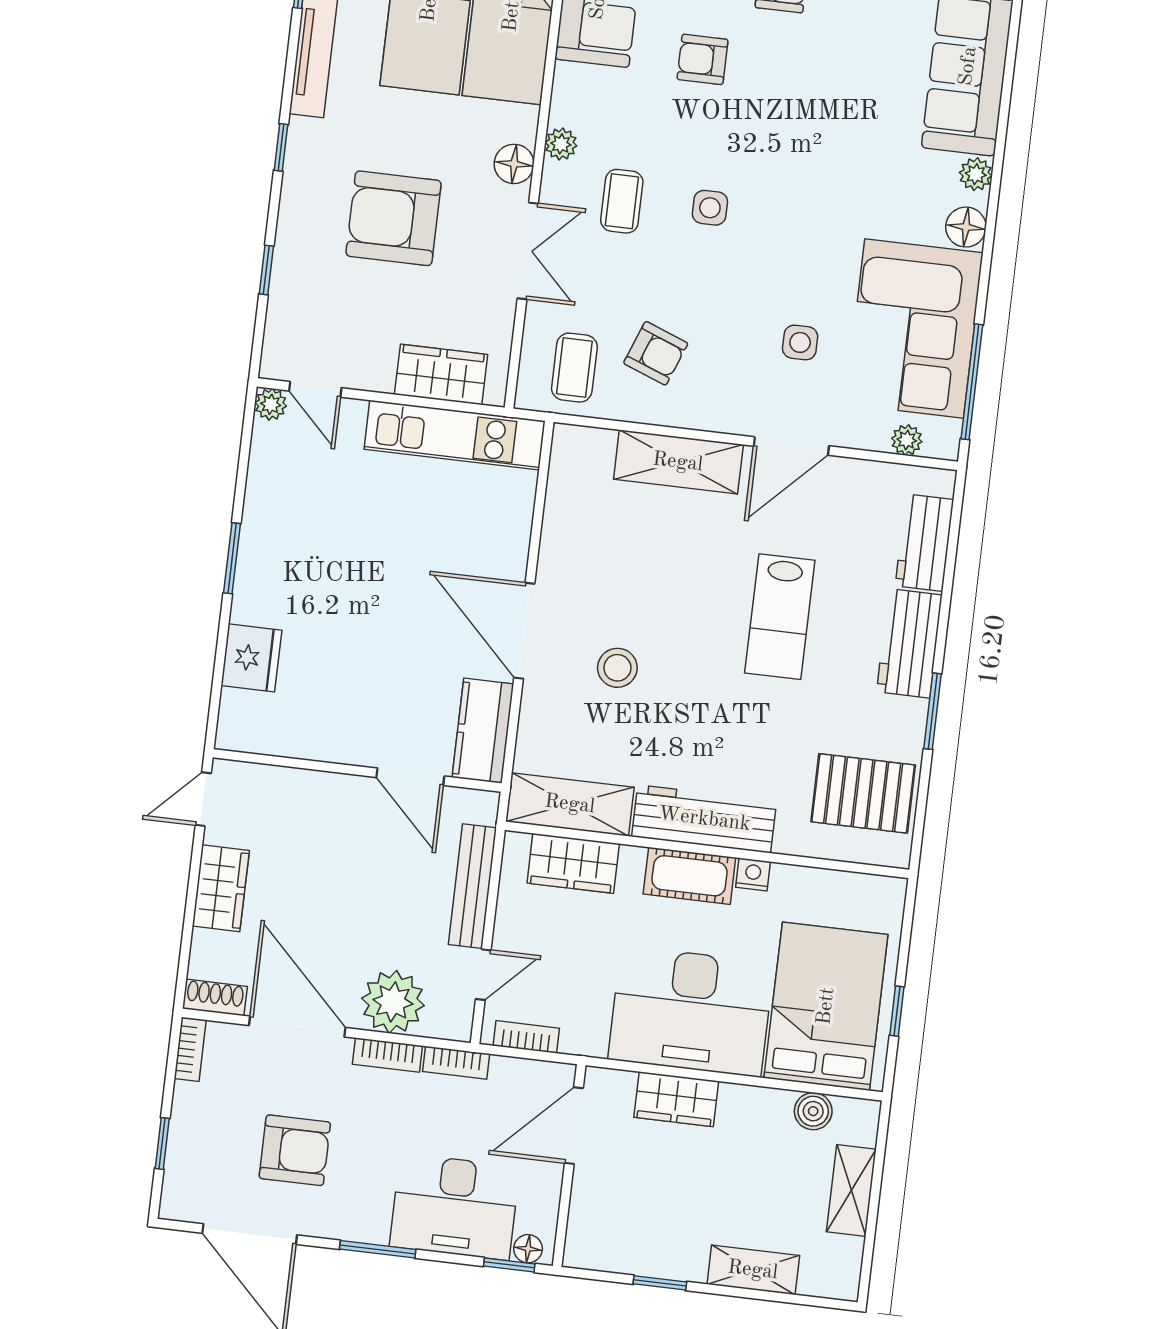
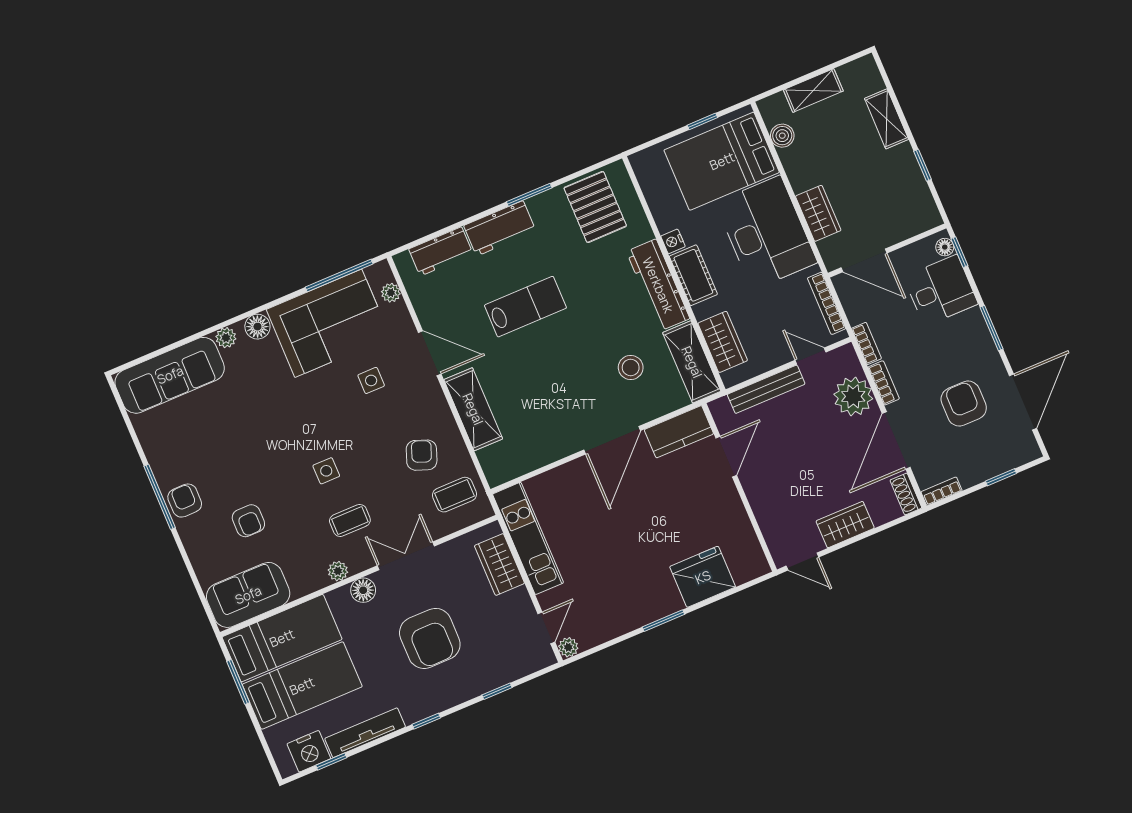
fridge: (251, 658) -> (703, 577), width x1.36, depth x1.34
stool: (617, 668) -> (631, 367), moved
bookcase: (526, 1037) -> (827, 303), width x1.56
desk: (455, 1207) -> (941, 290), width x0.73

